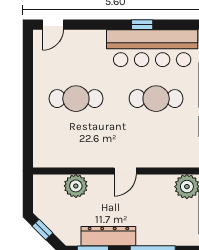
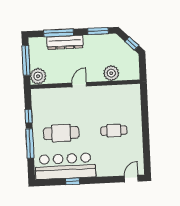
cafe table: (76, 99) -> (114, 131), width x0.73, depth x0.74
dresser: (108, 236) -> (65, 42), moved

